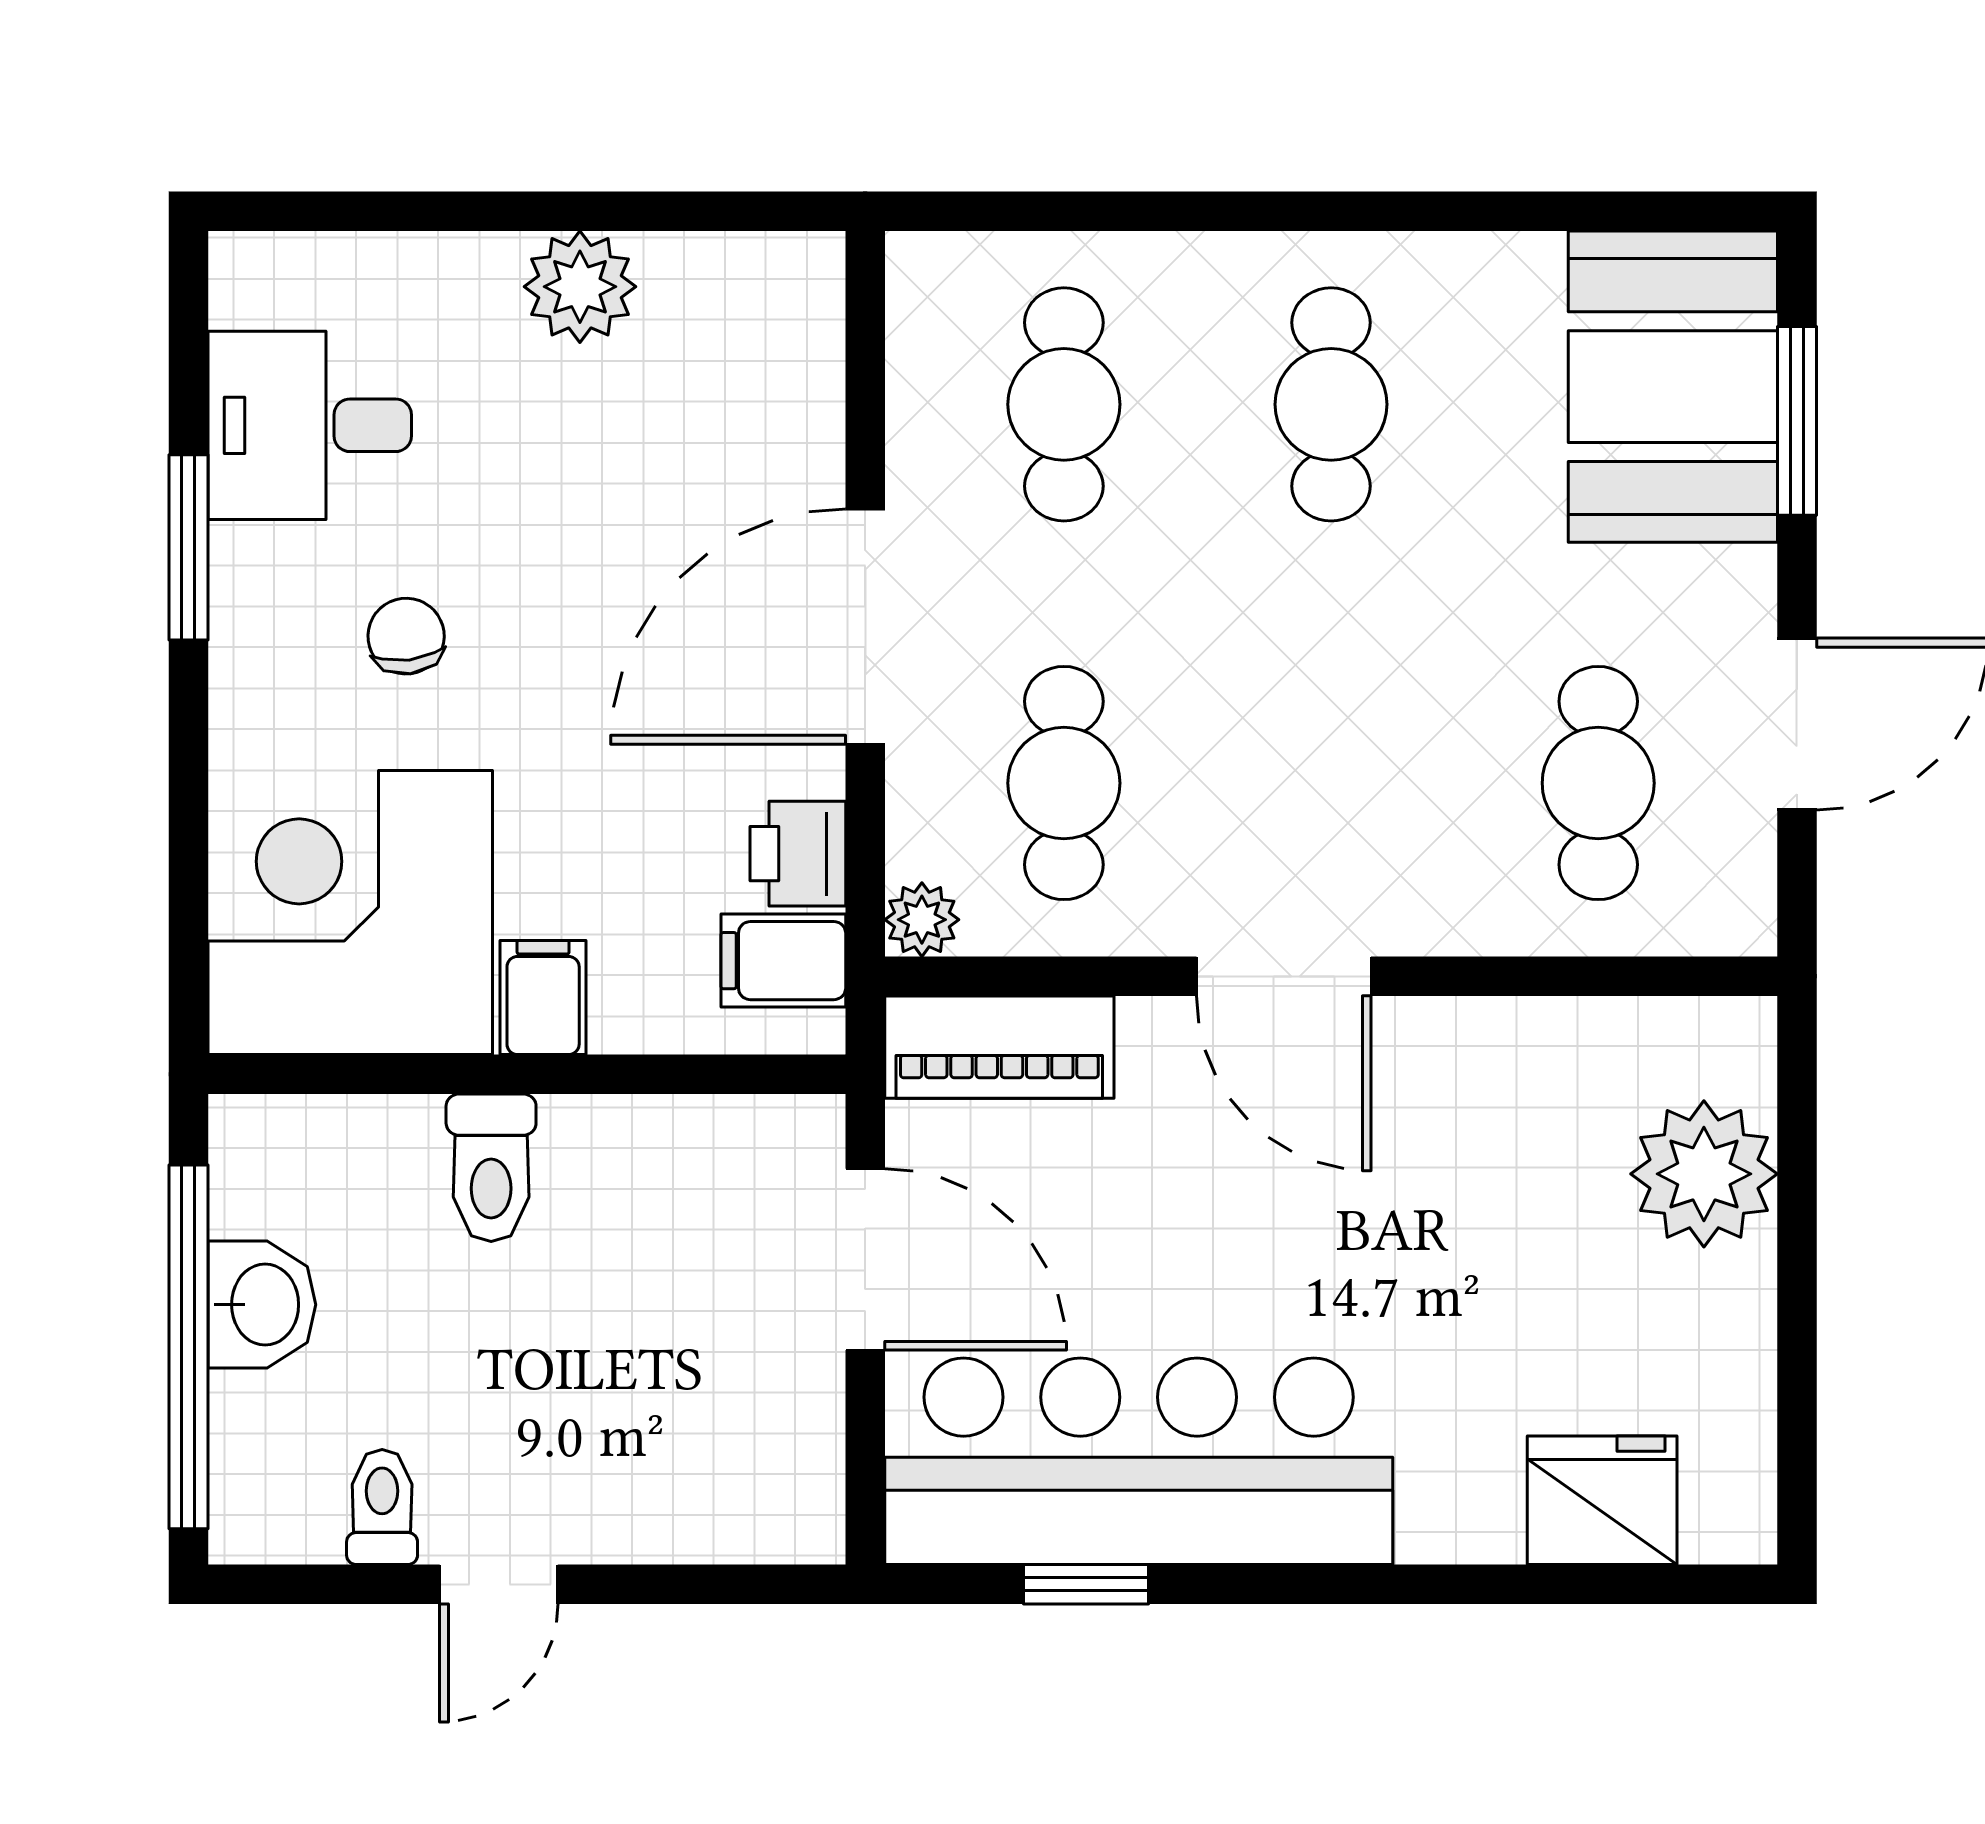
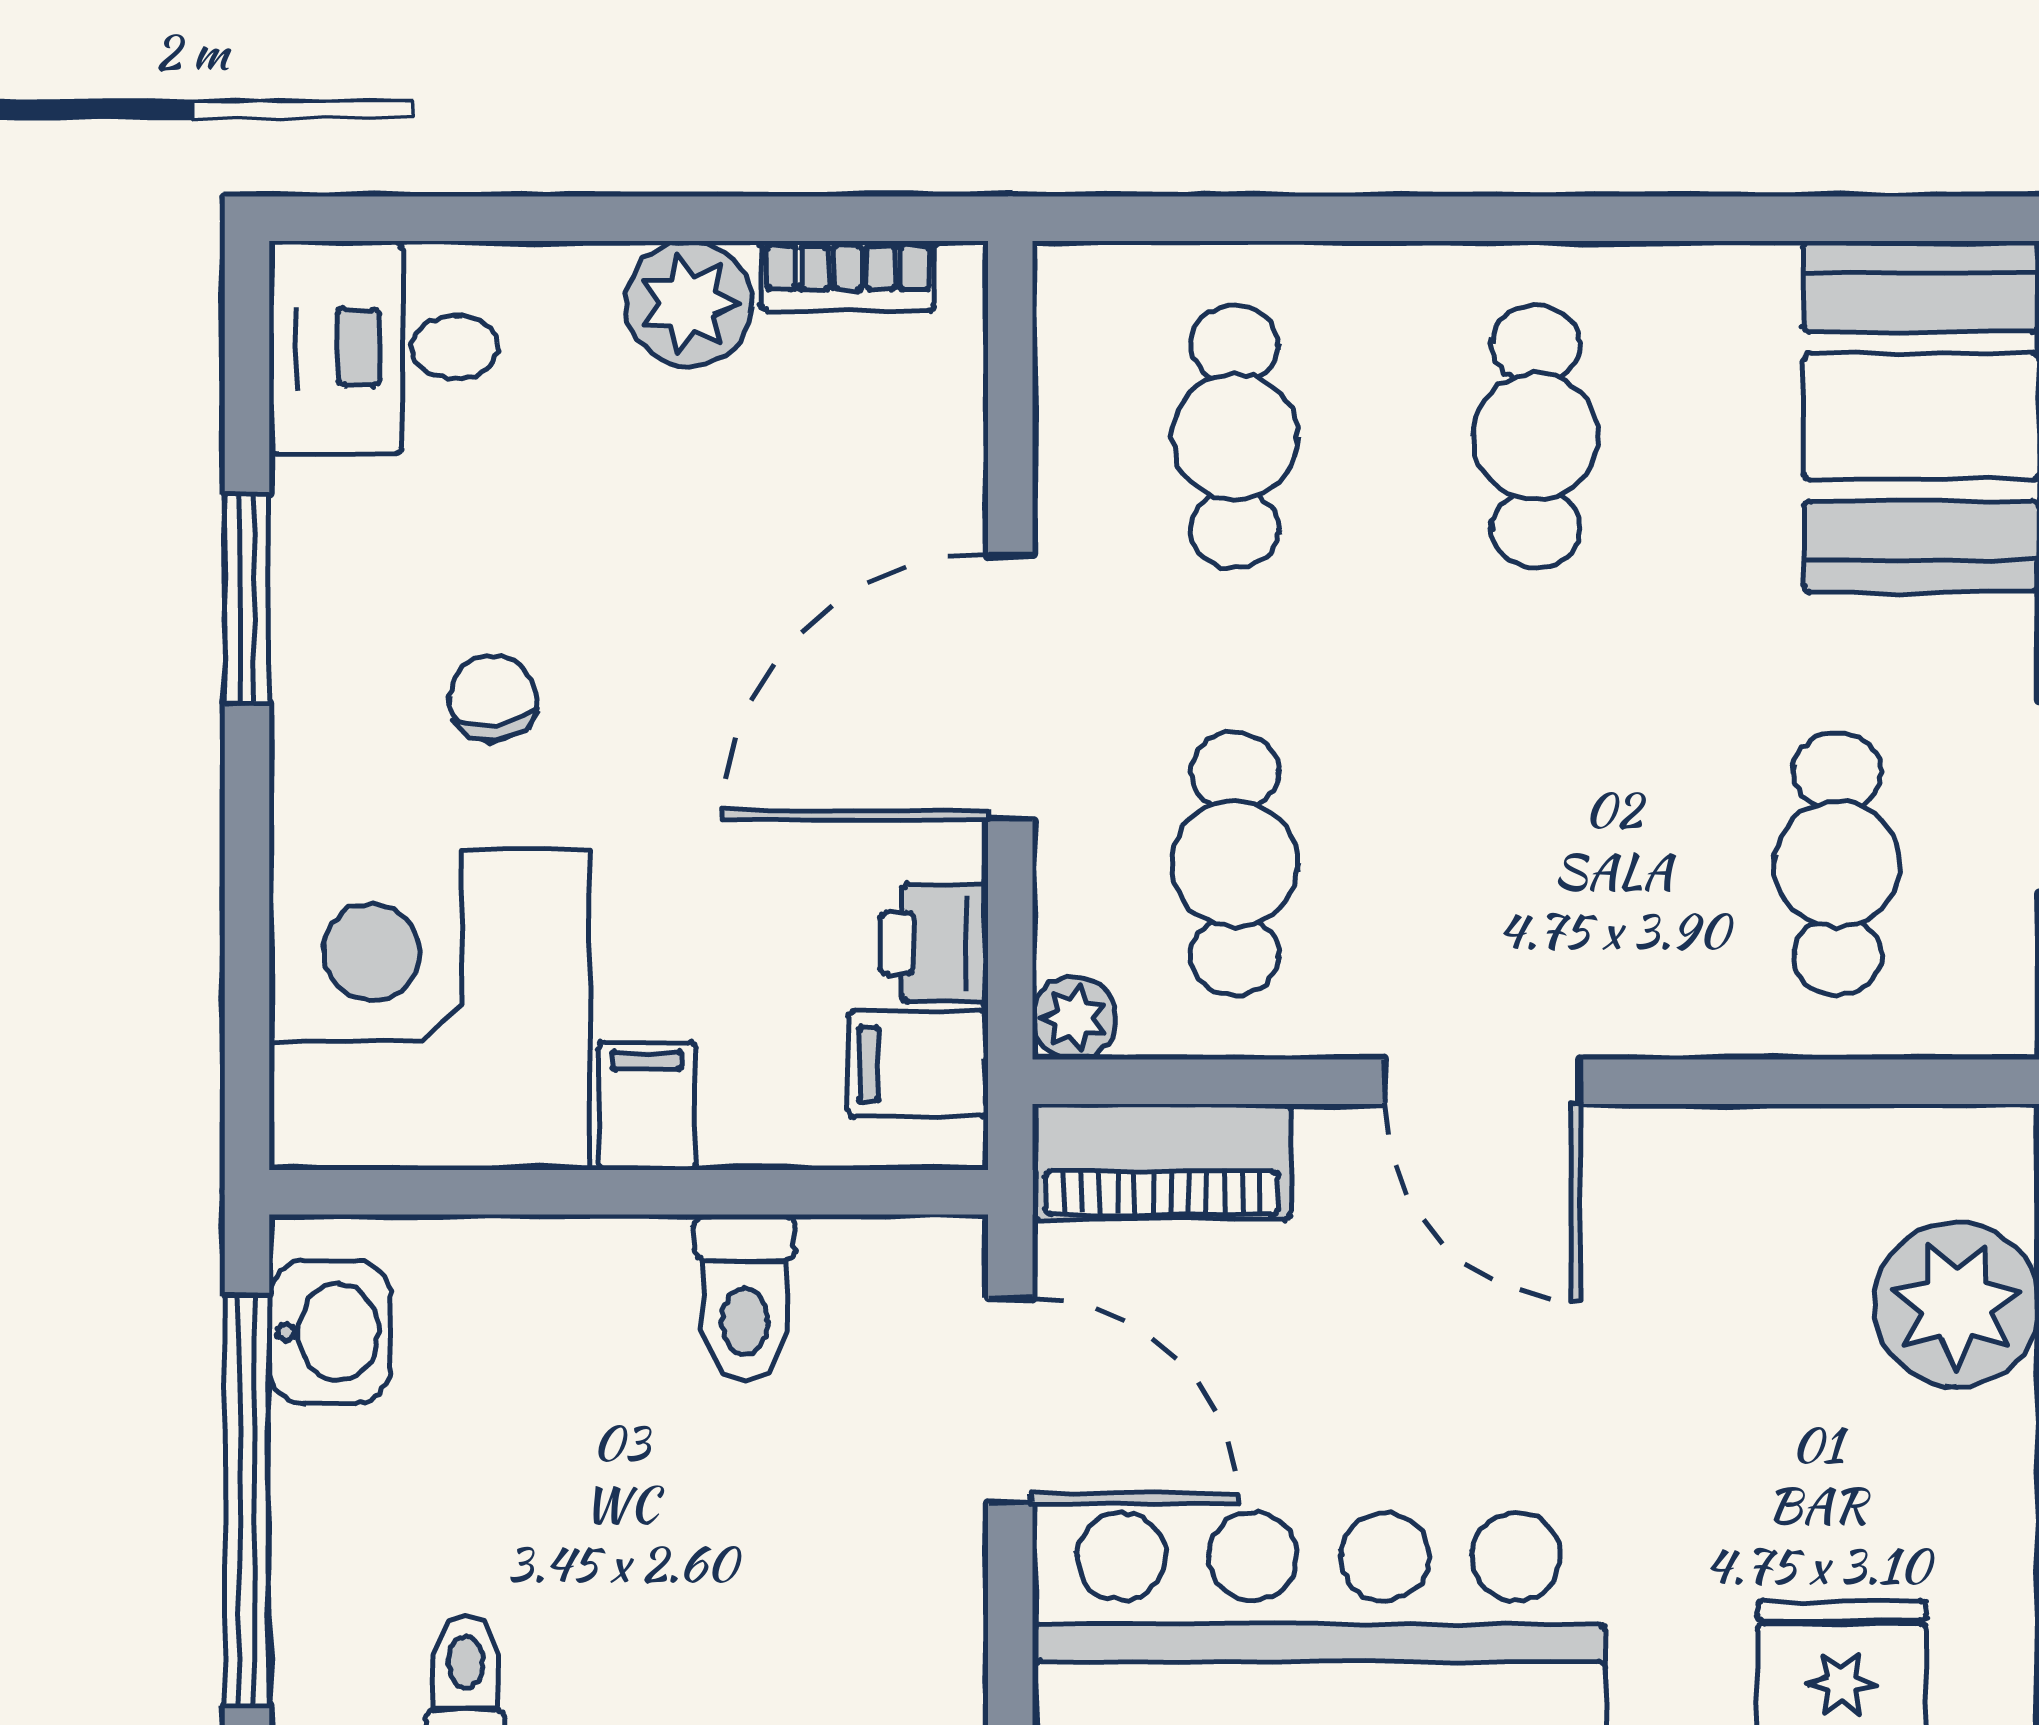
bookcase: (721, 262) -> (848, 276), added
desk: (310, 425) -> (384, 347), moved
toilet: (491, 1168) -> (745, 1298), moved
washbasin: (262, 1305) -> (330, 1332), moved

